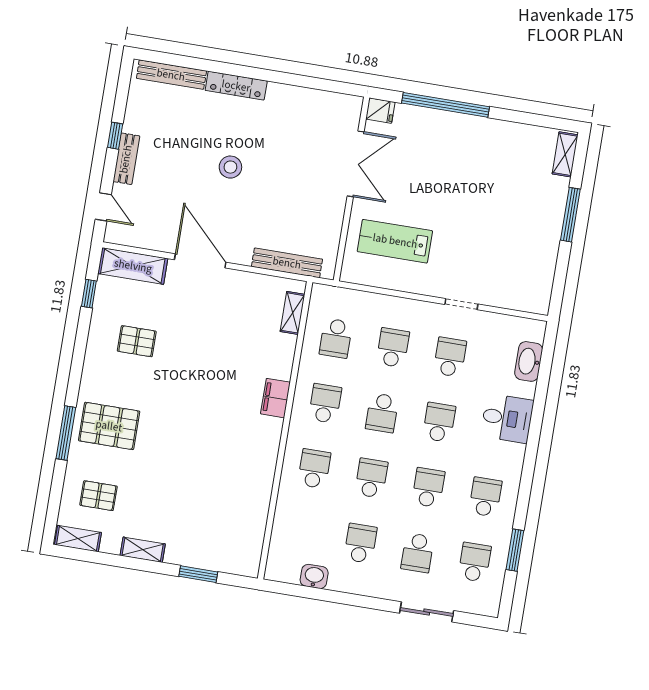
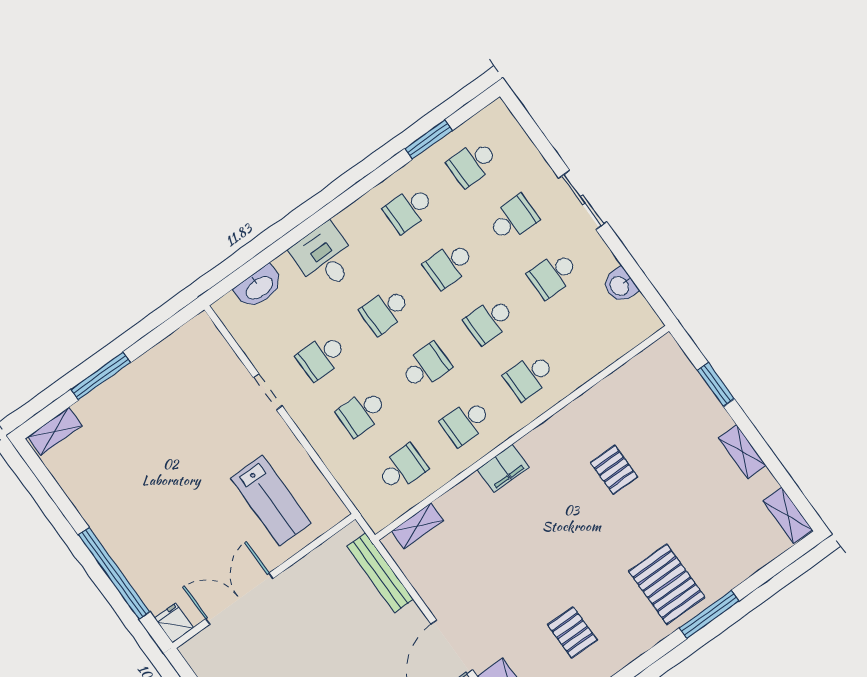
pallet: (98, 496) -> (614, 470), moved
sliding door: (427, 612) -> (583, 200), moved

